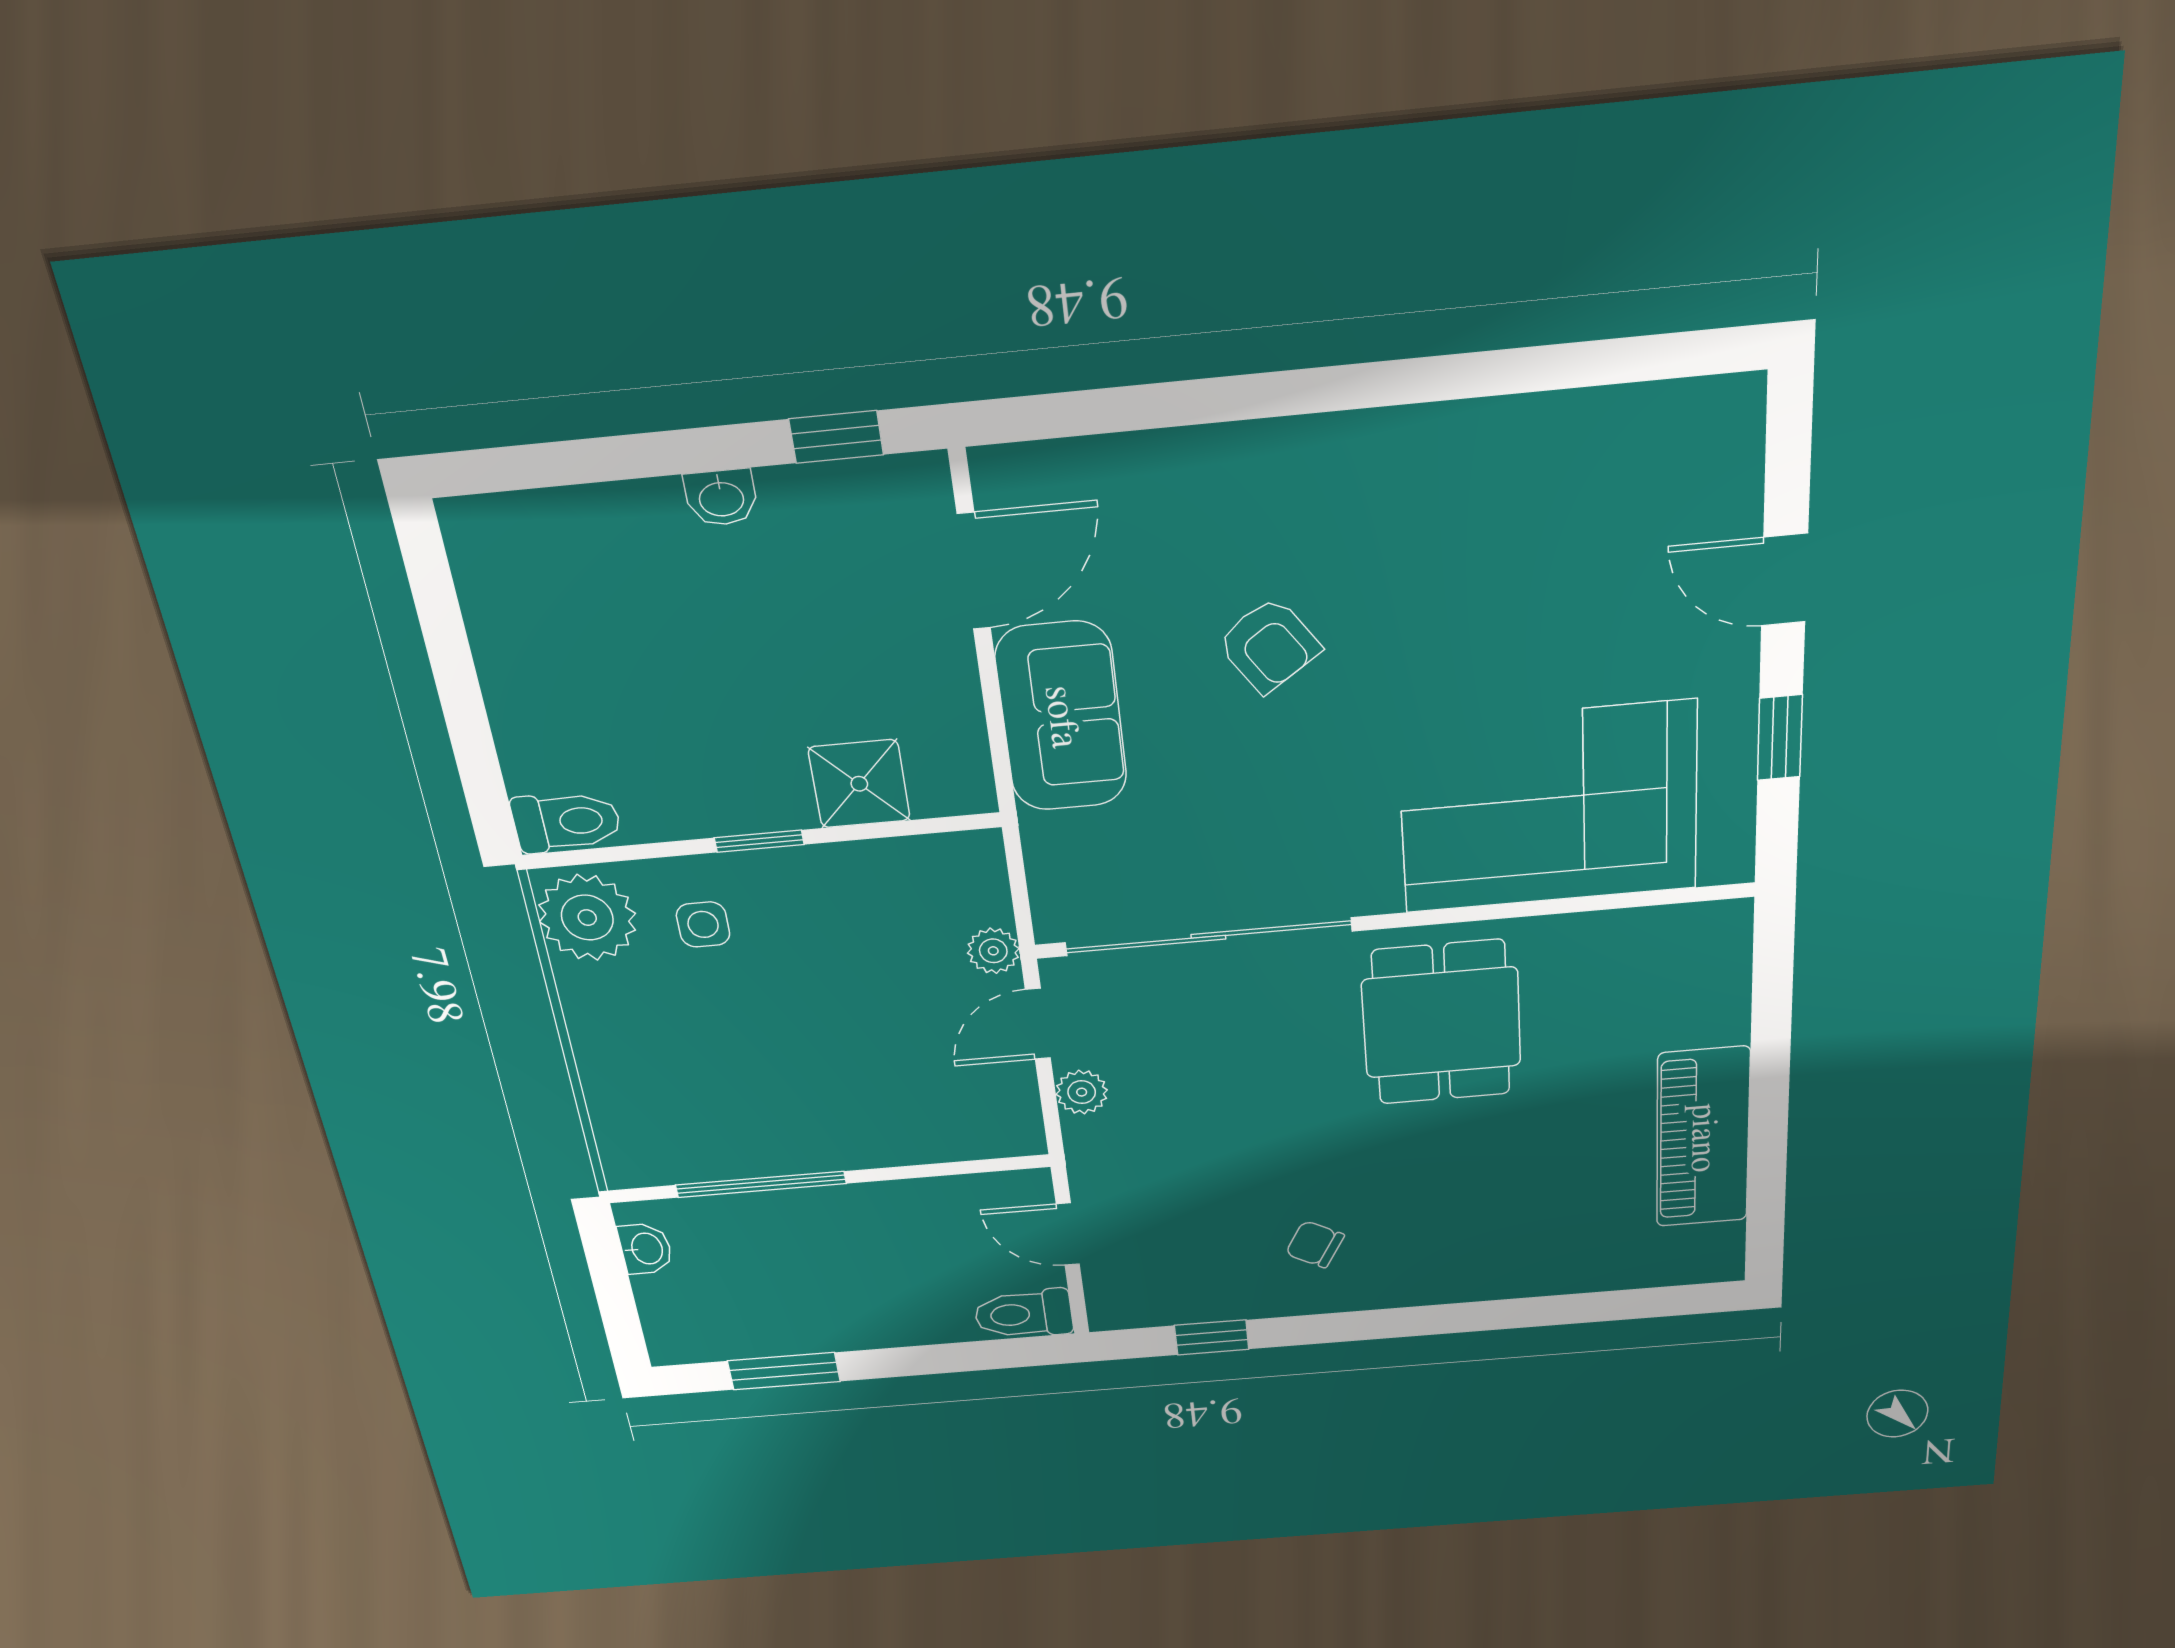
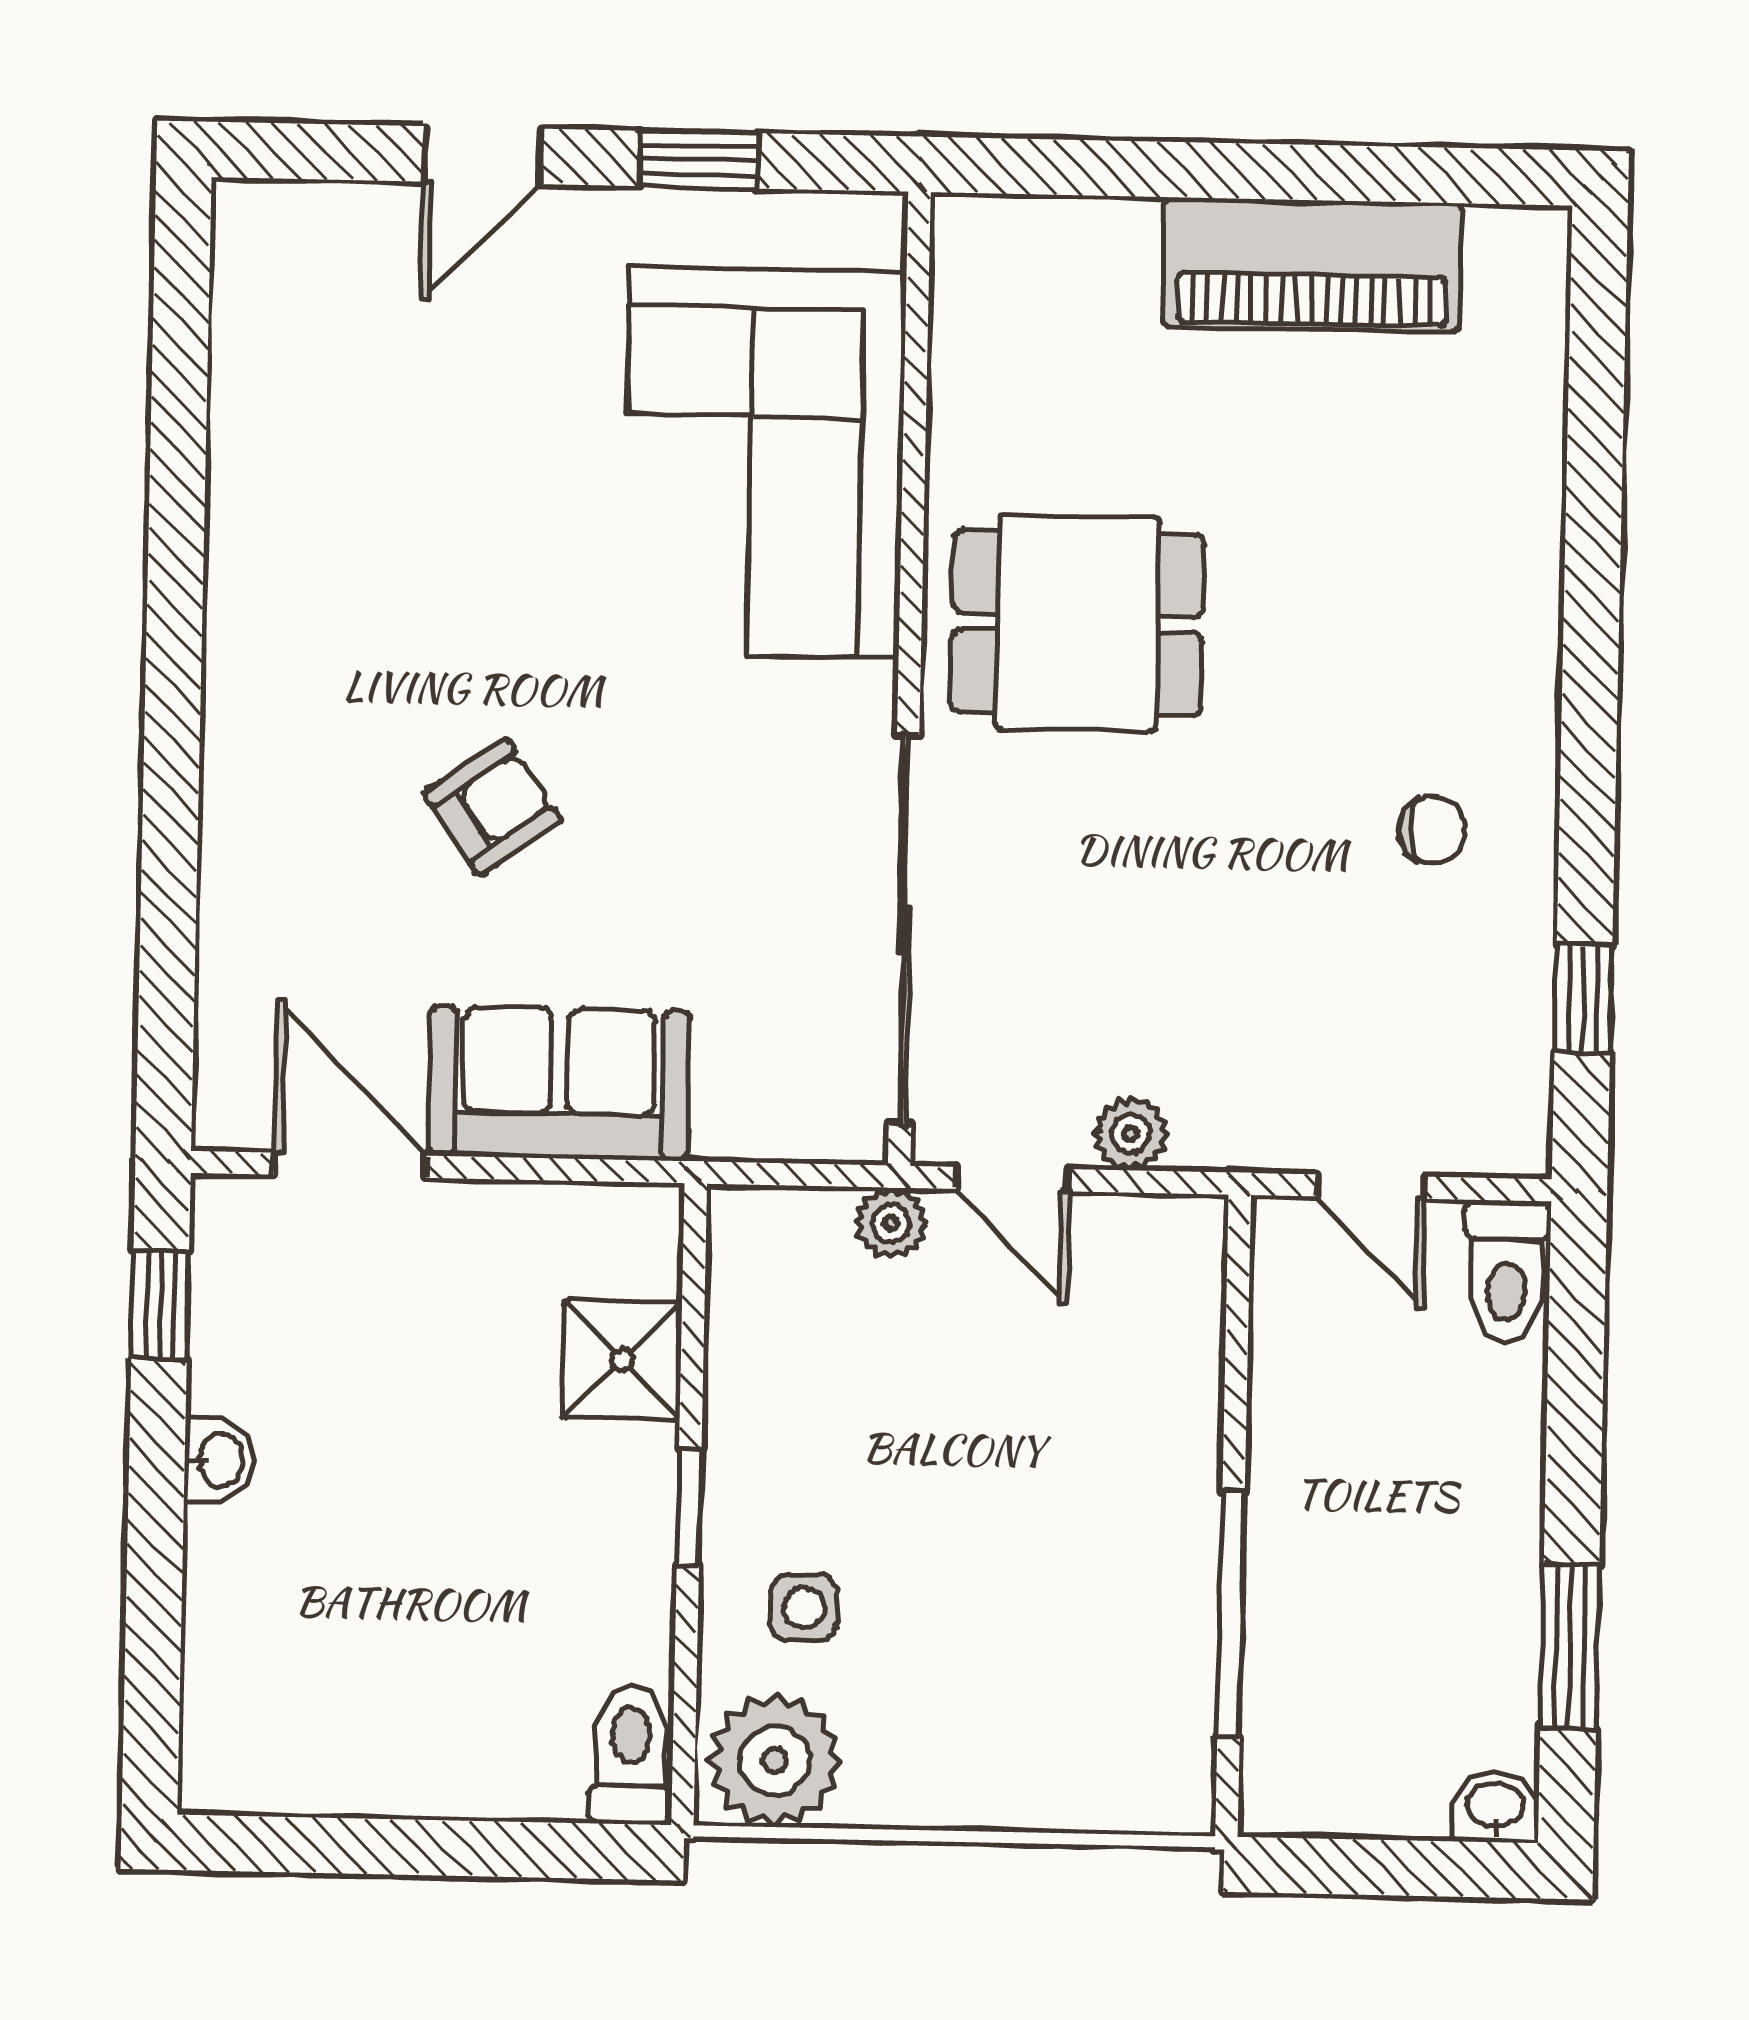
door: (1068, 1234) -> (1371, 1187), hinge flipped
chair: (1315, 1244) -> (1432, 830), turned -119
washbasin: (646, 1249) -> (1495, 1807), moved

